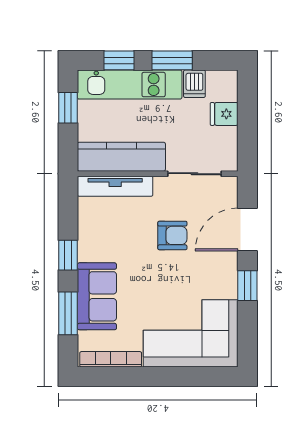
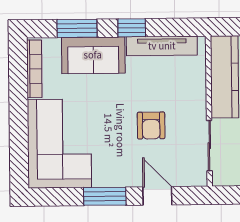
tv unit: (115, 186) -> (162, 46), moved, turned -90
door: (247, 229) -> (157, 196), width x0.73
window: (247, 286) -> (105, 196), width x1.50

